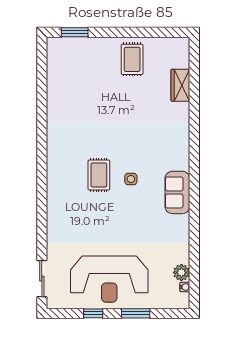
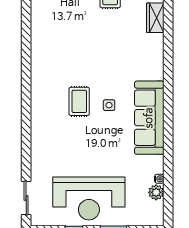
sofa: (177, 192) -> (149, 118), width x1.85, depth x1.27
water cooler: (185, 287) -> (159, 179), moved

